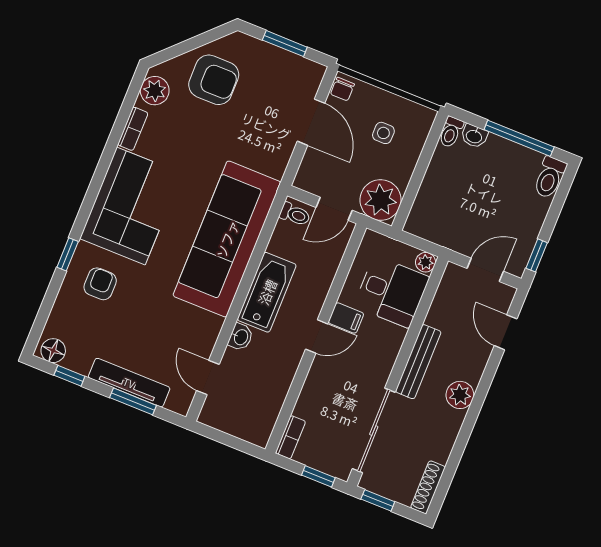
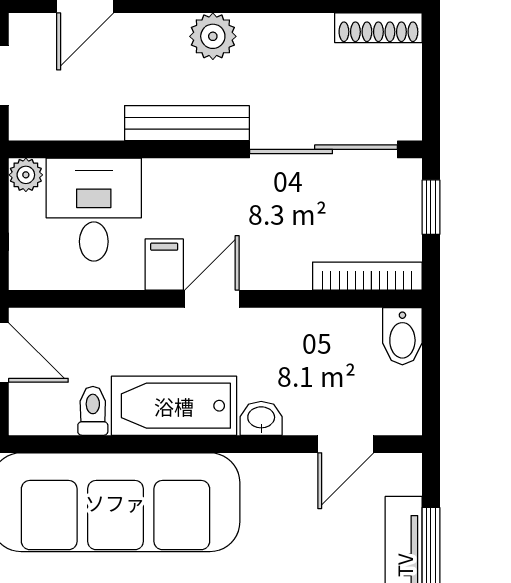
toilet: (295, 214) -> (93, 411), moved
door: (317, 336) -> (212, 299), hinge flipped
bidet: (254, 432) -> (402, 336), added
bookcase: (290, 437) -> (367, 276), width x1.56
window: (378, 500) -> (431, 98), removed

